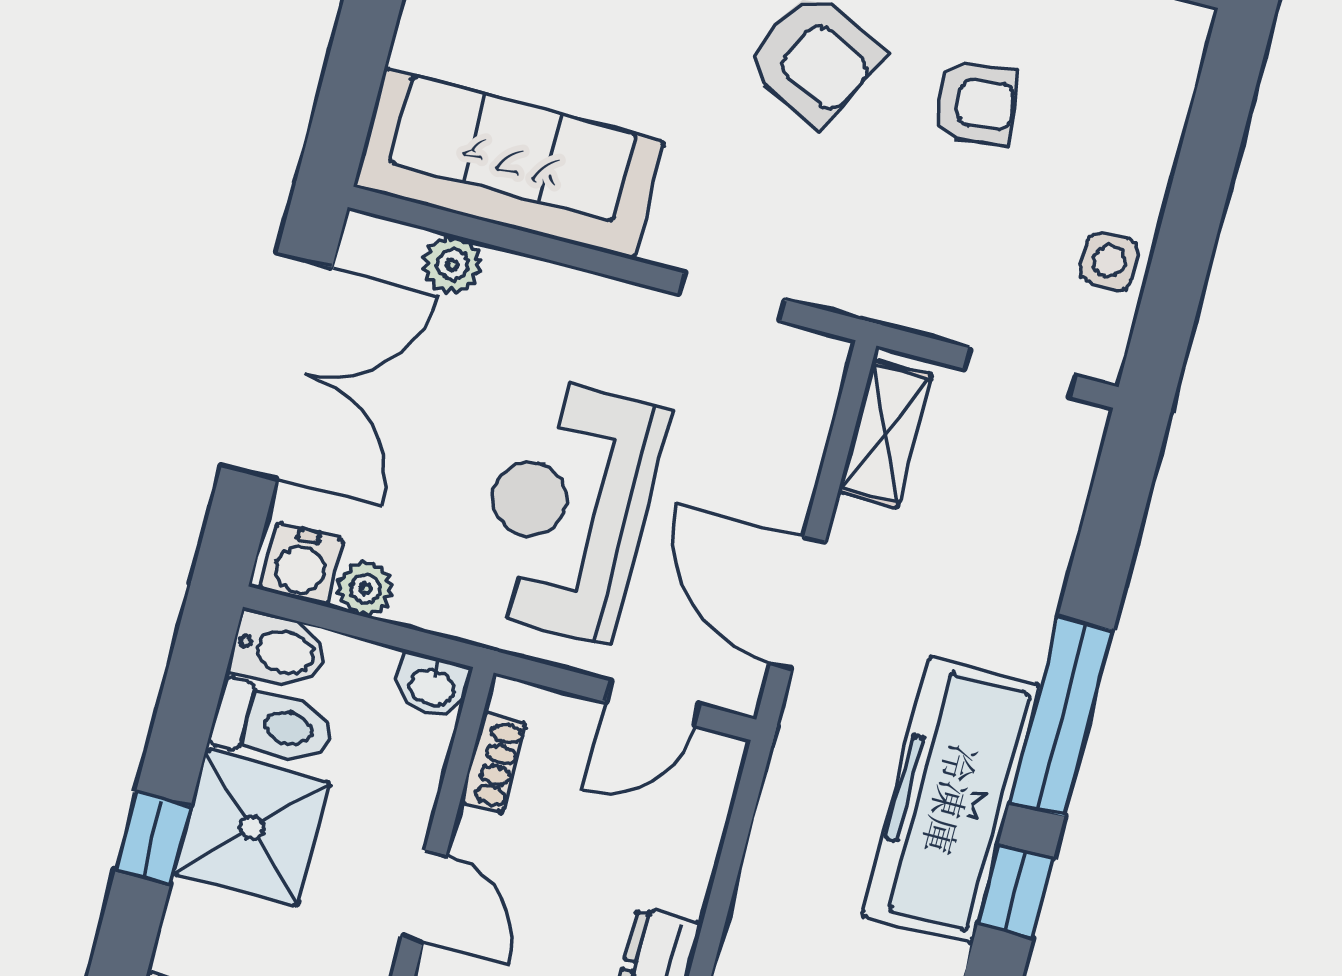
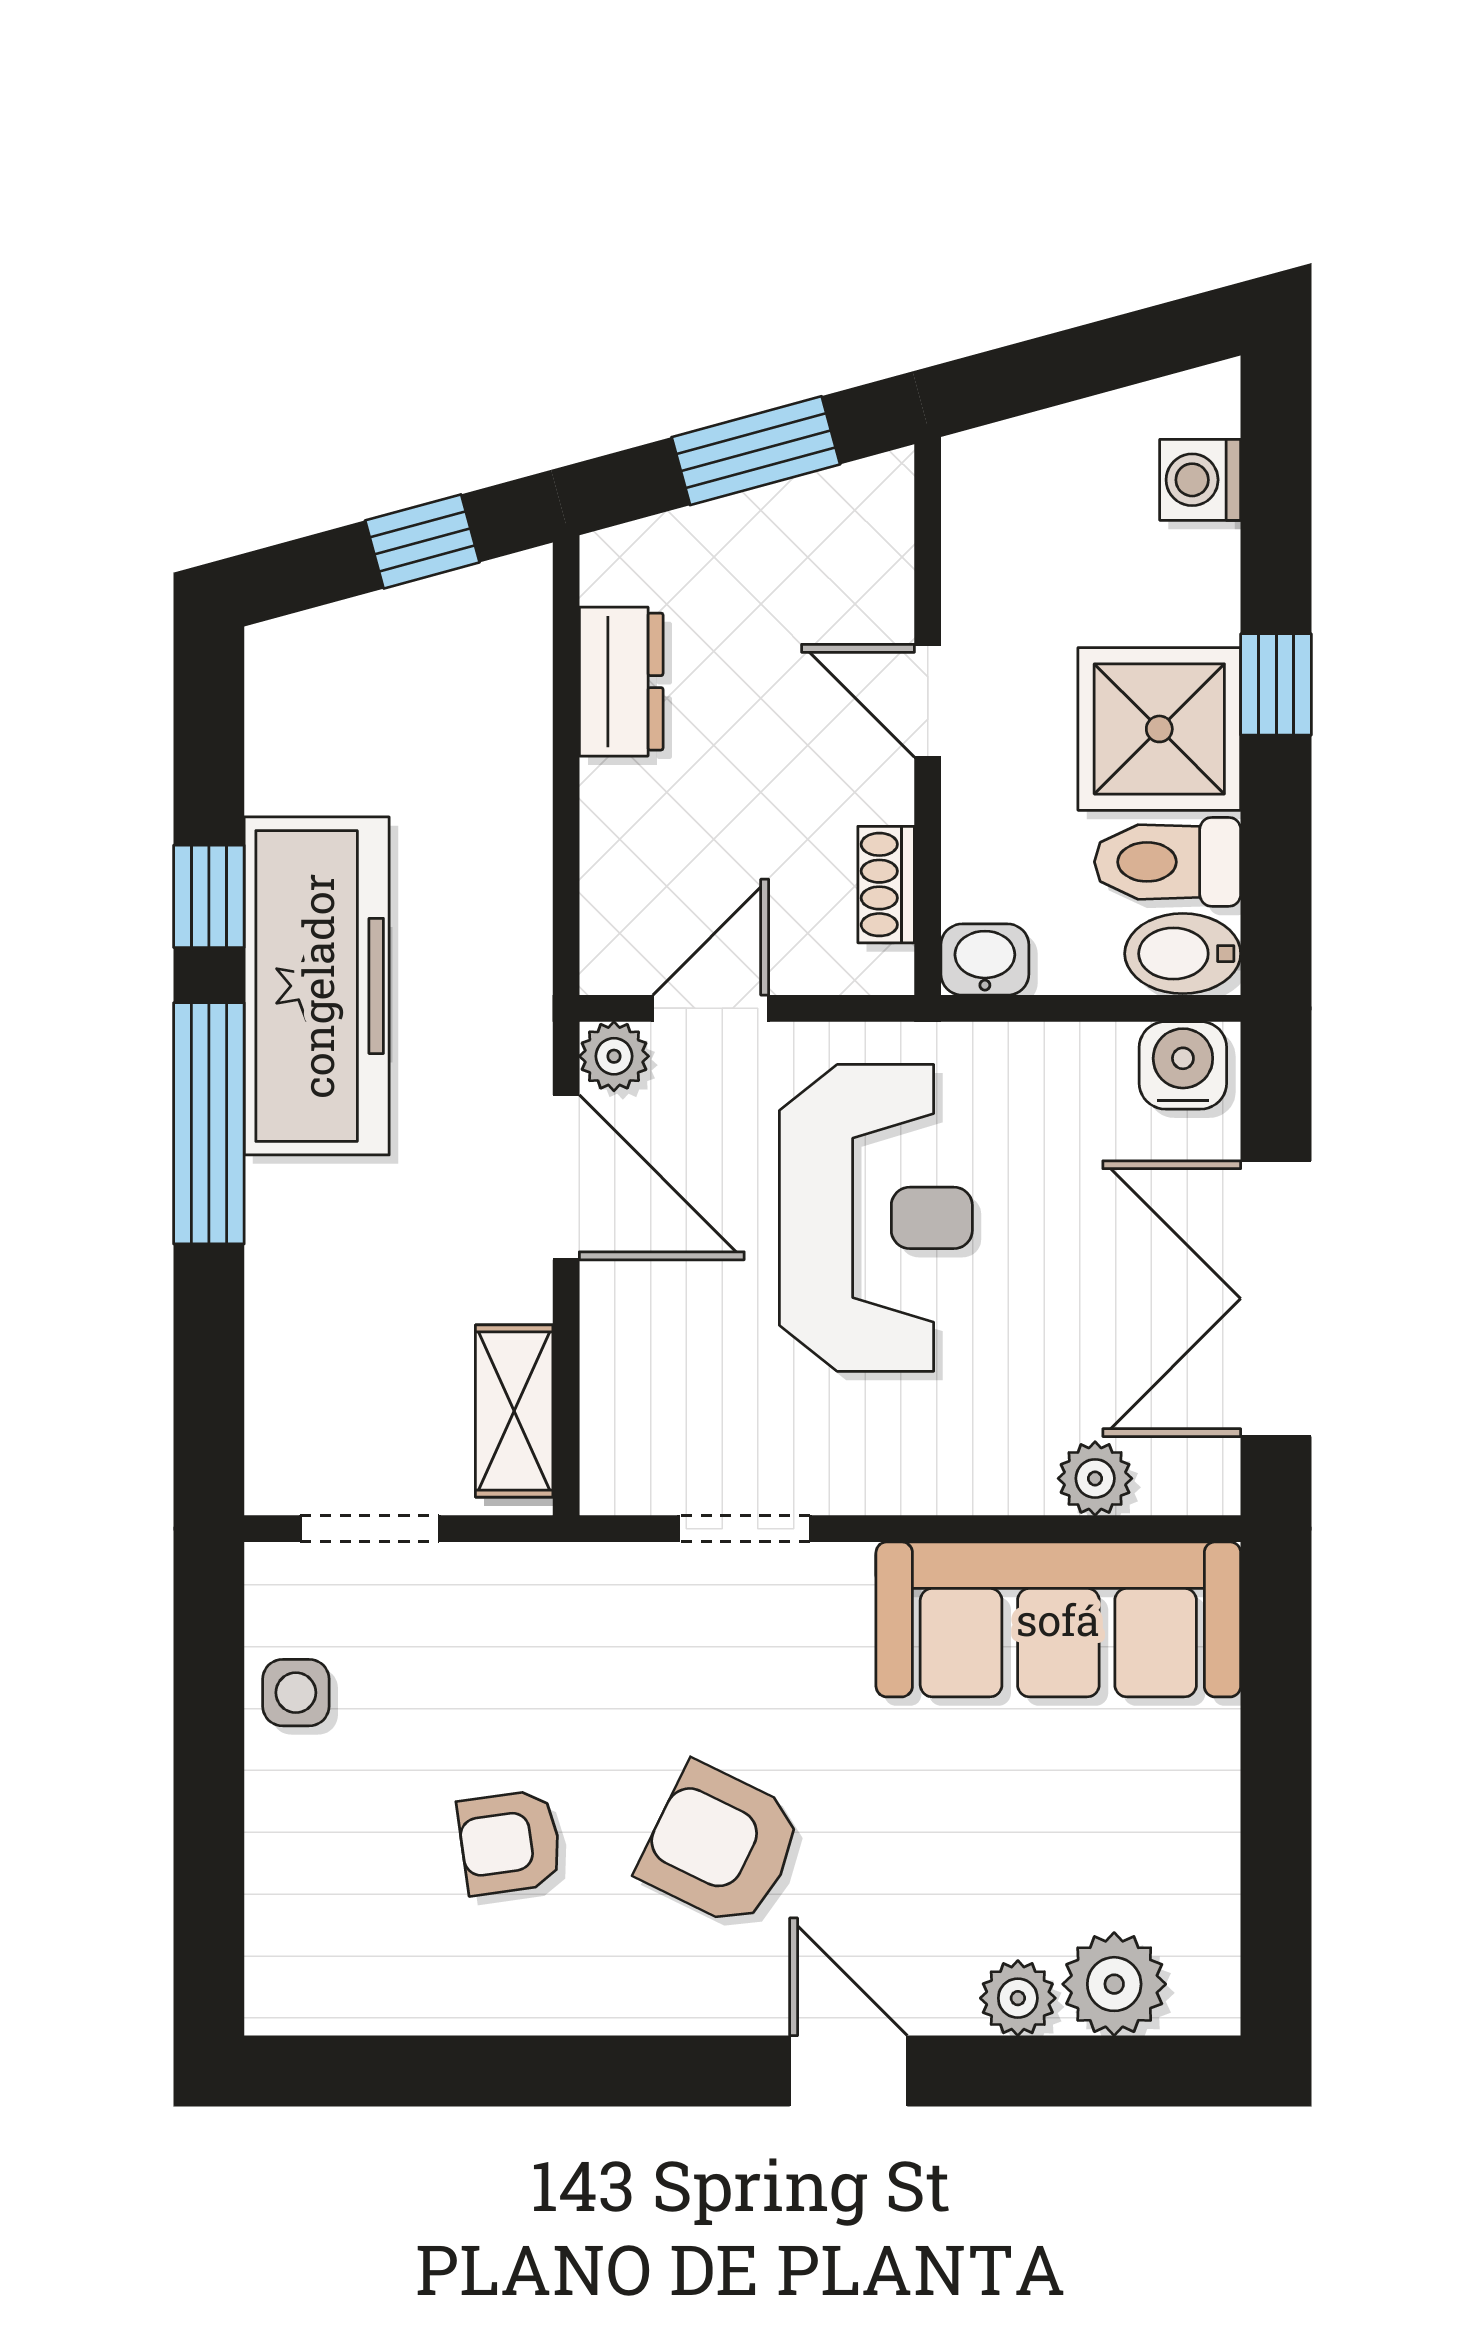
plant: (365, 589) -> (614, 1056), moved

